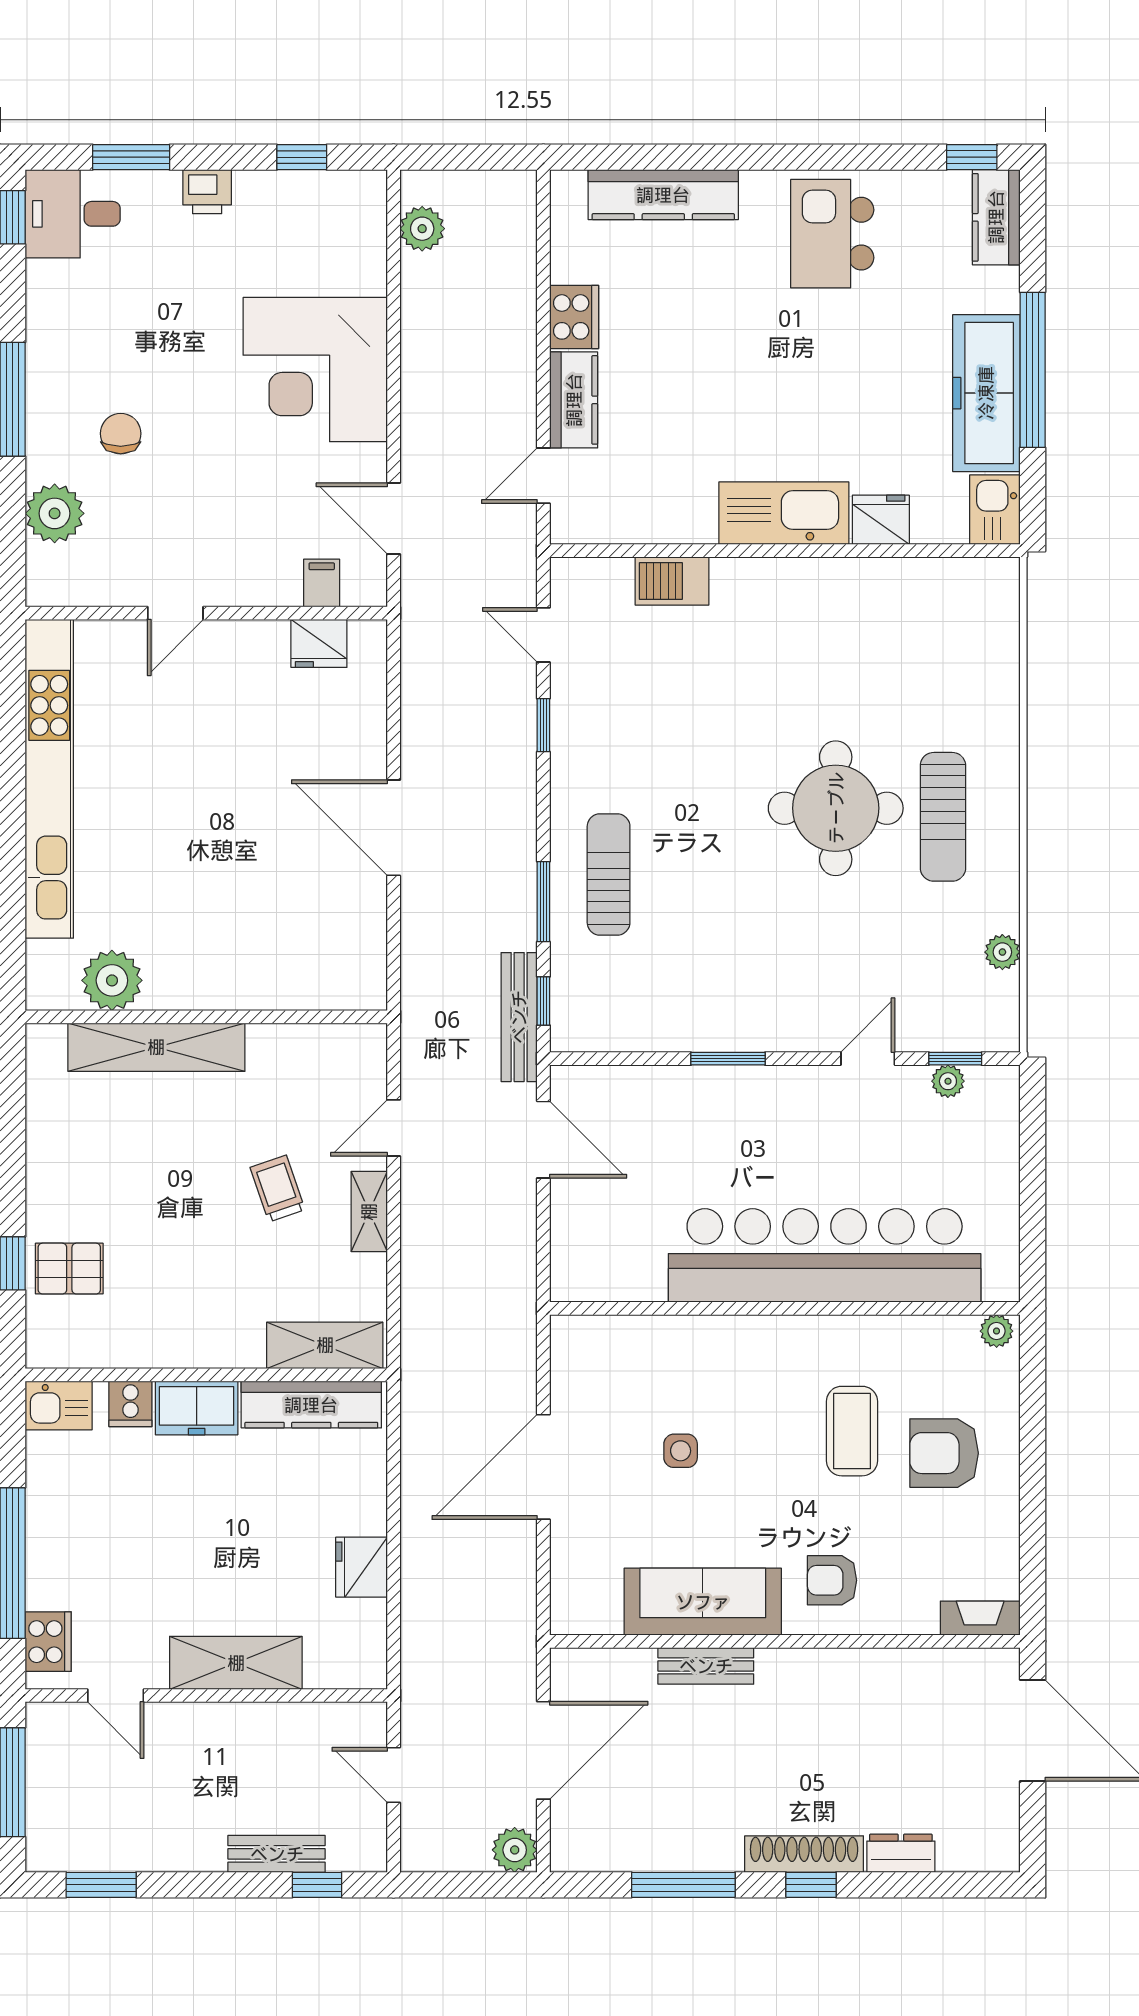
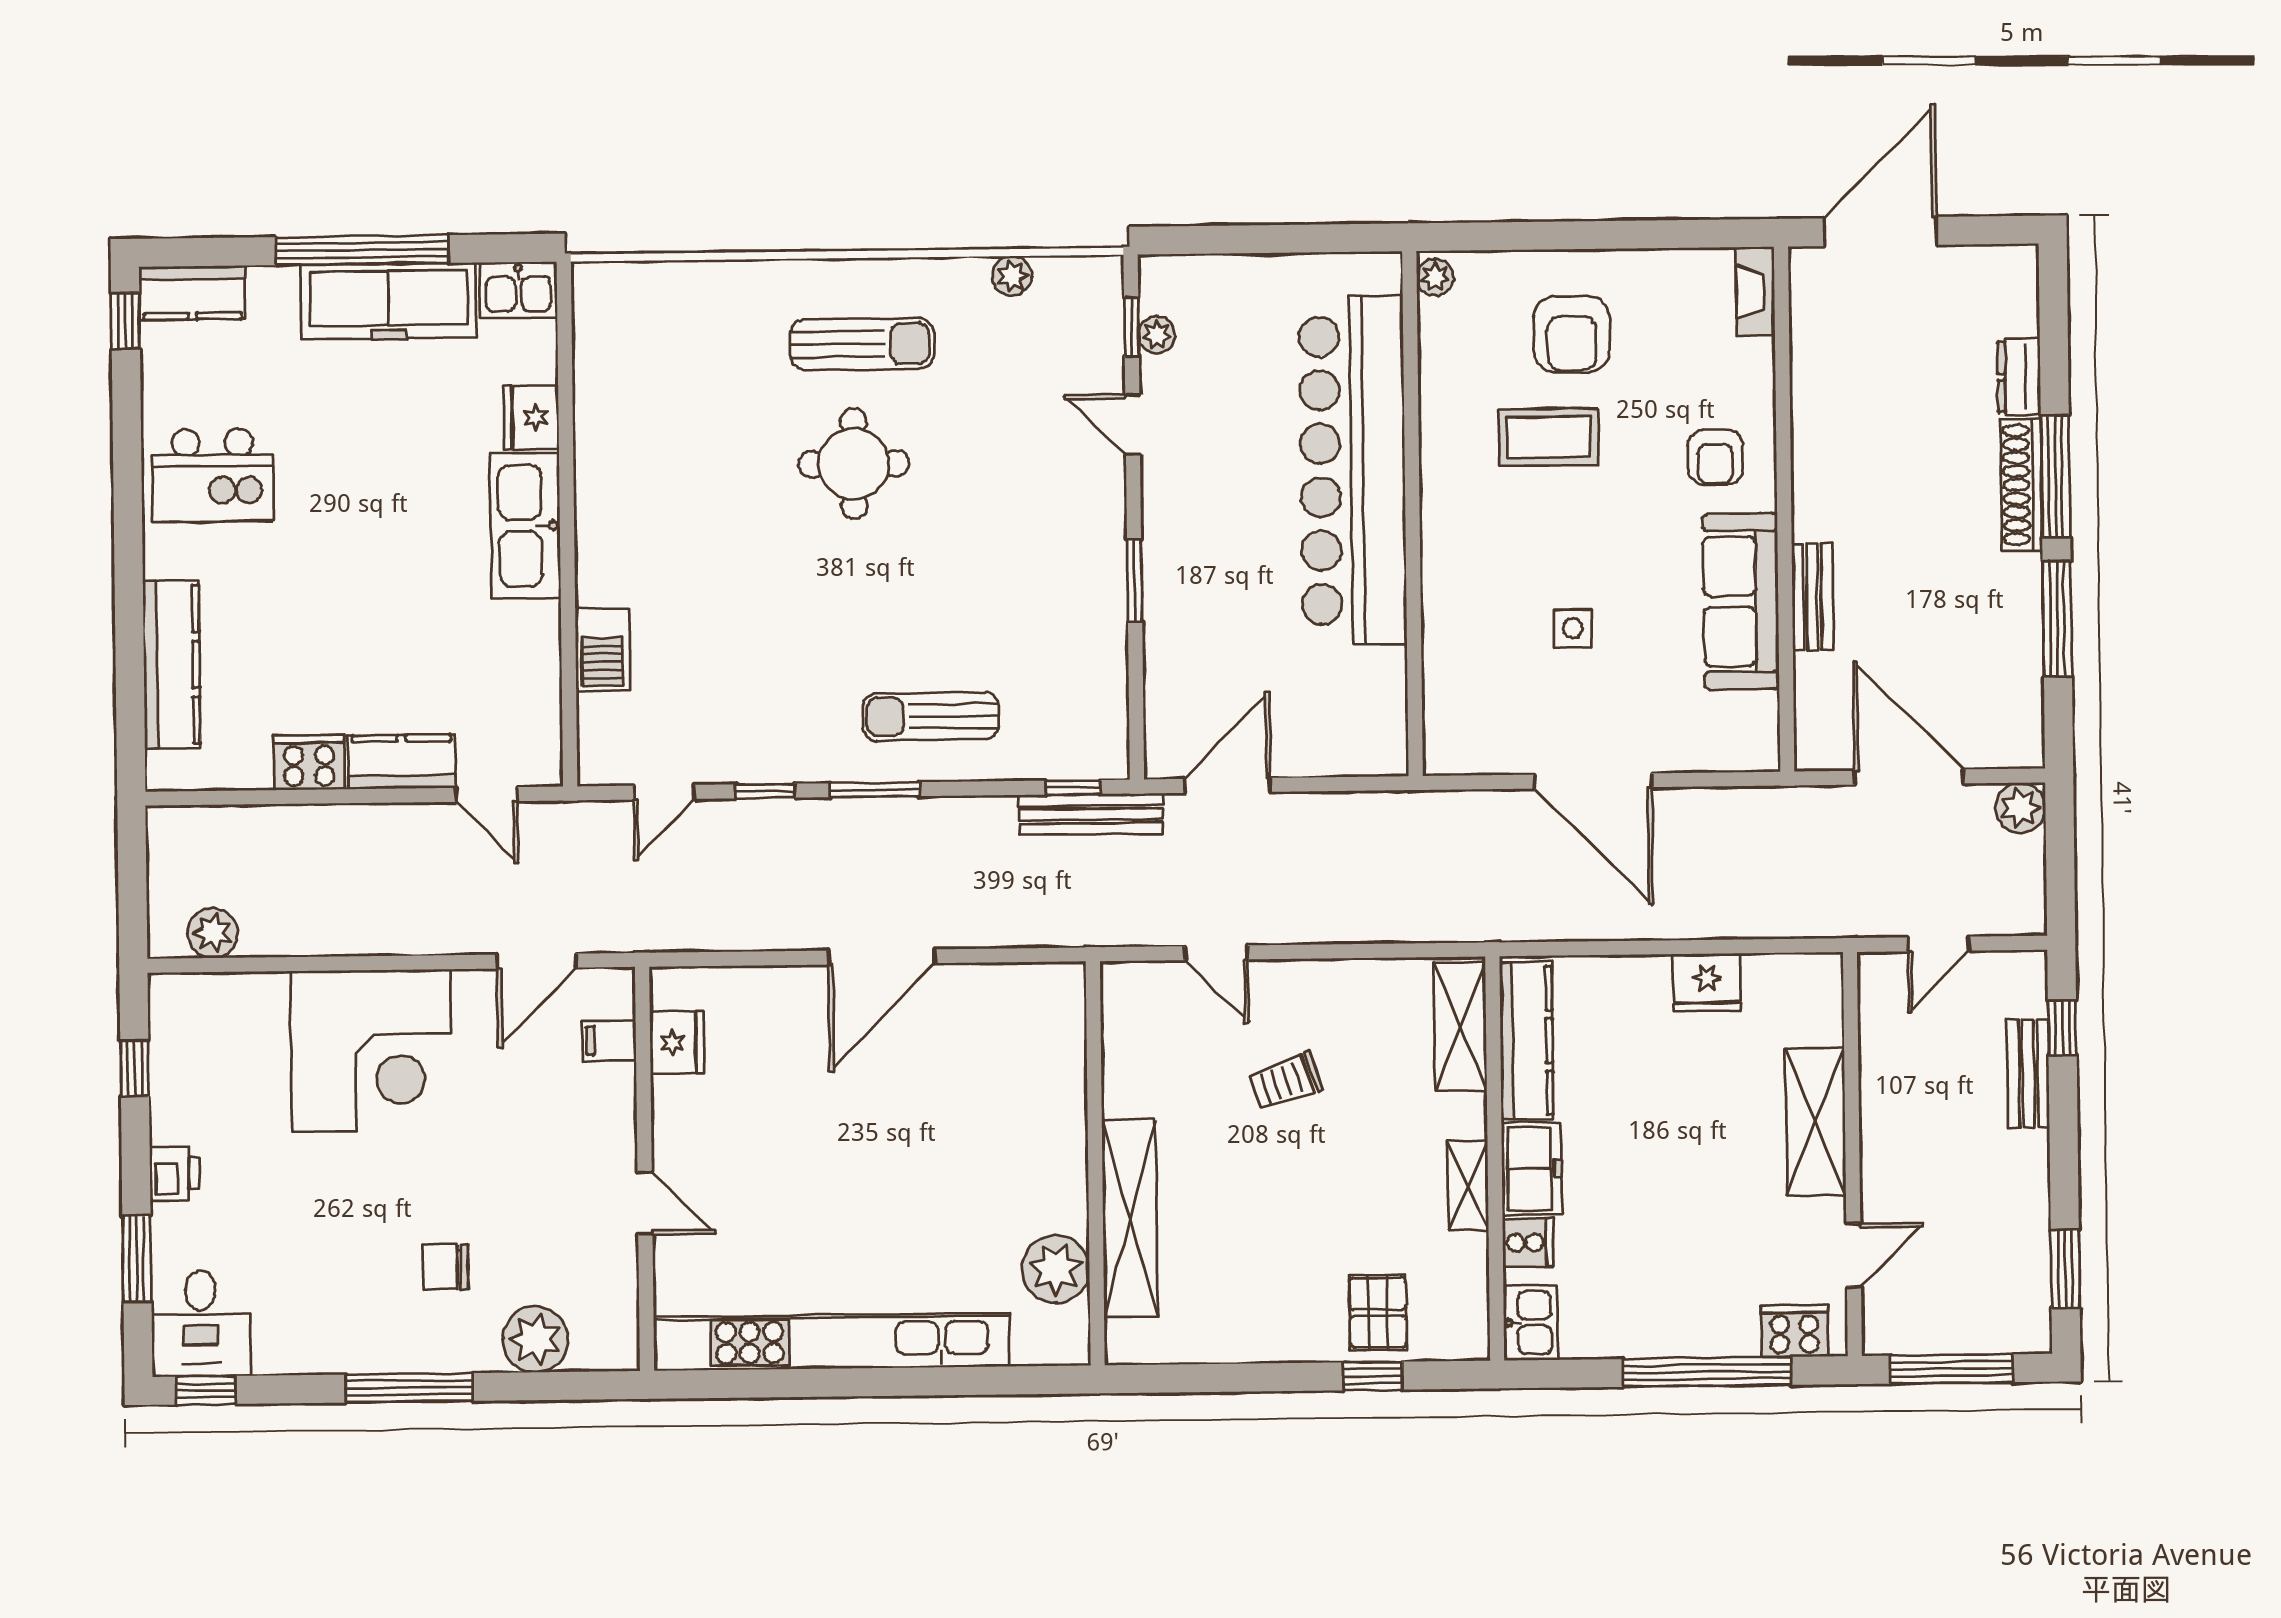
round table: (836, 808) -> (854, 464), width x0.73, depth x0.73
window: (543, 902) -> (875, 790), moved
shelving: (369, 1212) -> (1468, 1186), moved, turned 90
window: (811, 1885) -> (2056, 477), width x2.17

